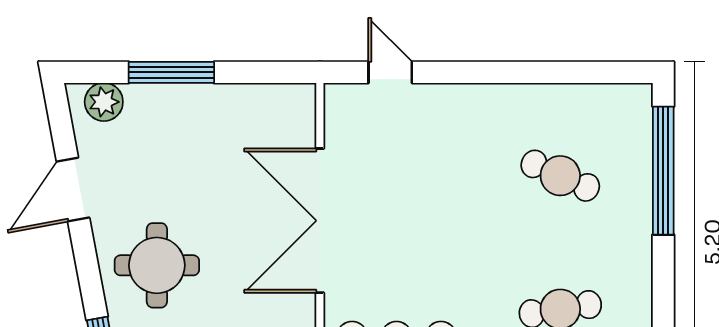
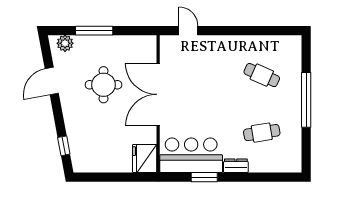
window: (663, 171) -> (306, 100), moved
round table: (157, 265) -> (104, 85), moved

